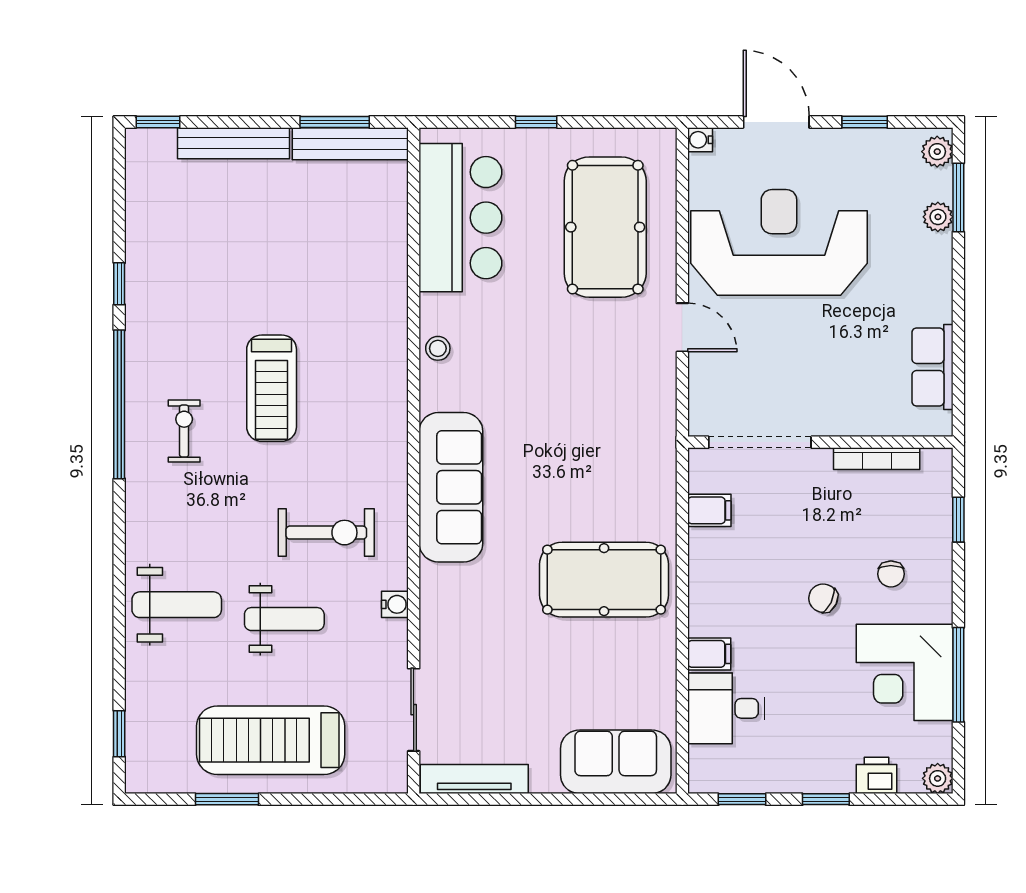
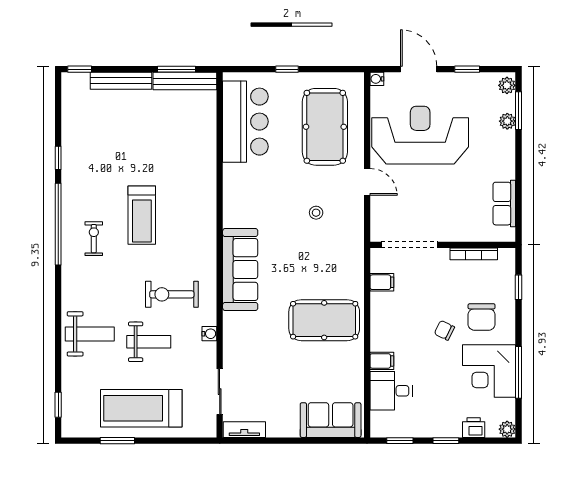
stool: (438, 348) -> (316, 213), moved
exercise bike: (326, 533) -> (172, 294), turned 180
chair: (891, 574) -> (482, 317), width x1.87, depth x1.87
tv unit: (474, 779) -> (244, 430), width x0.71

